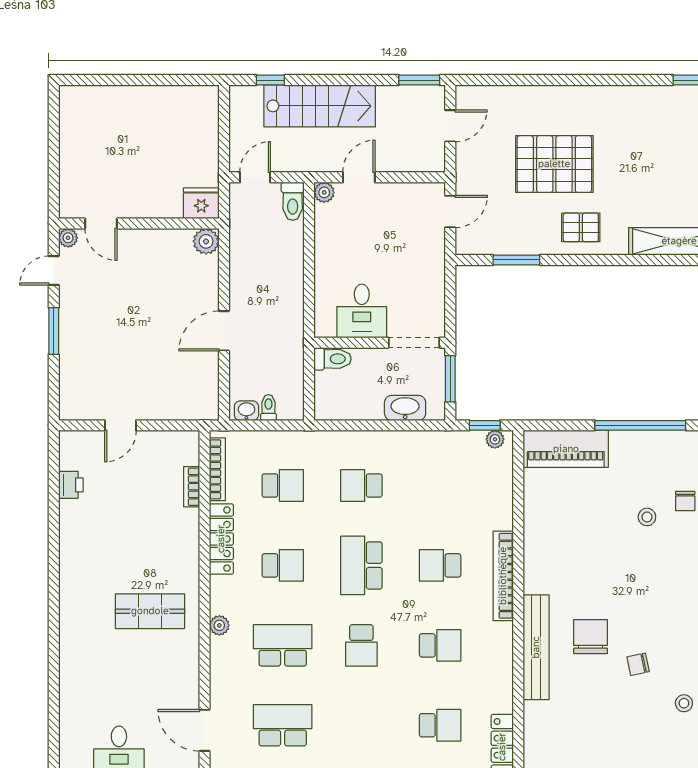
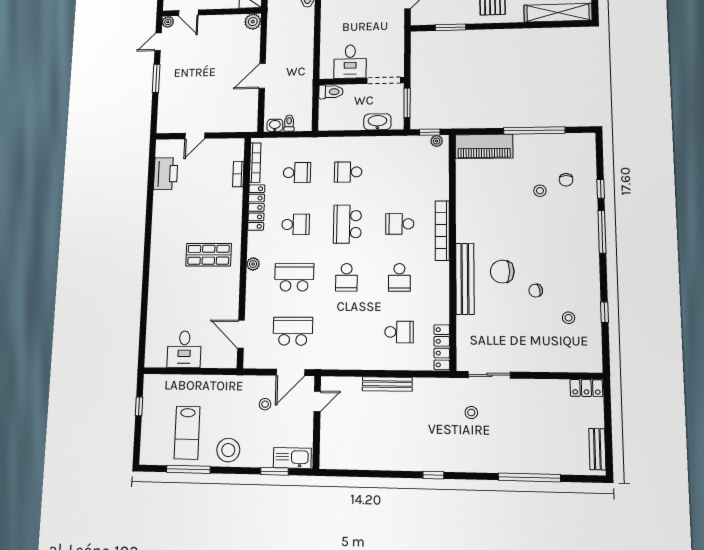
printer: (71, 485) -> (166, 174), width x1.87, depth x1.48
chair: (590, 637) -> (502, 272), turned -90
school desk: (440, 645) -> (399, 277), turned 90

